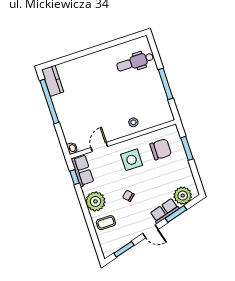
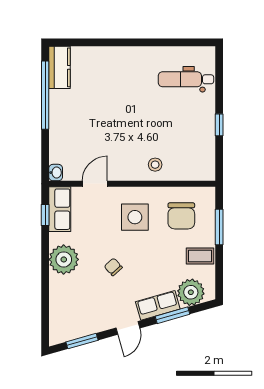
window: (166, 84) -> (219, 125), width x0.46
chair: (161, 149) -> (181, 216), turned 90
coffee table: (106, 223) -> (200, 256), moved
door: (150, 231) -> (128, 328), hinge flipped

